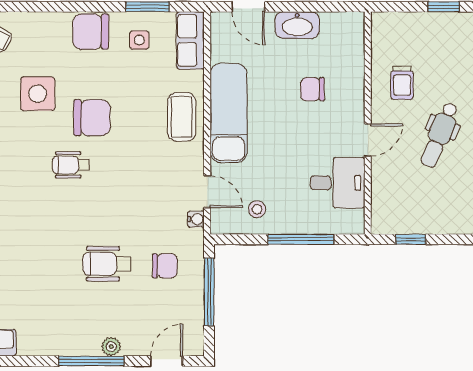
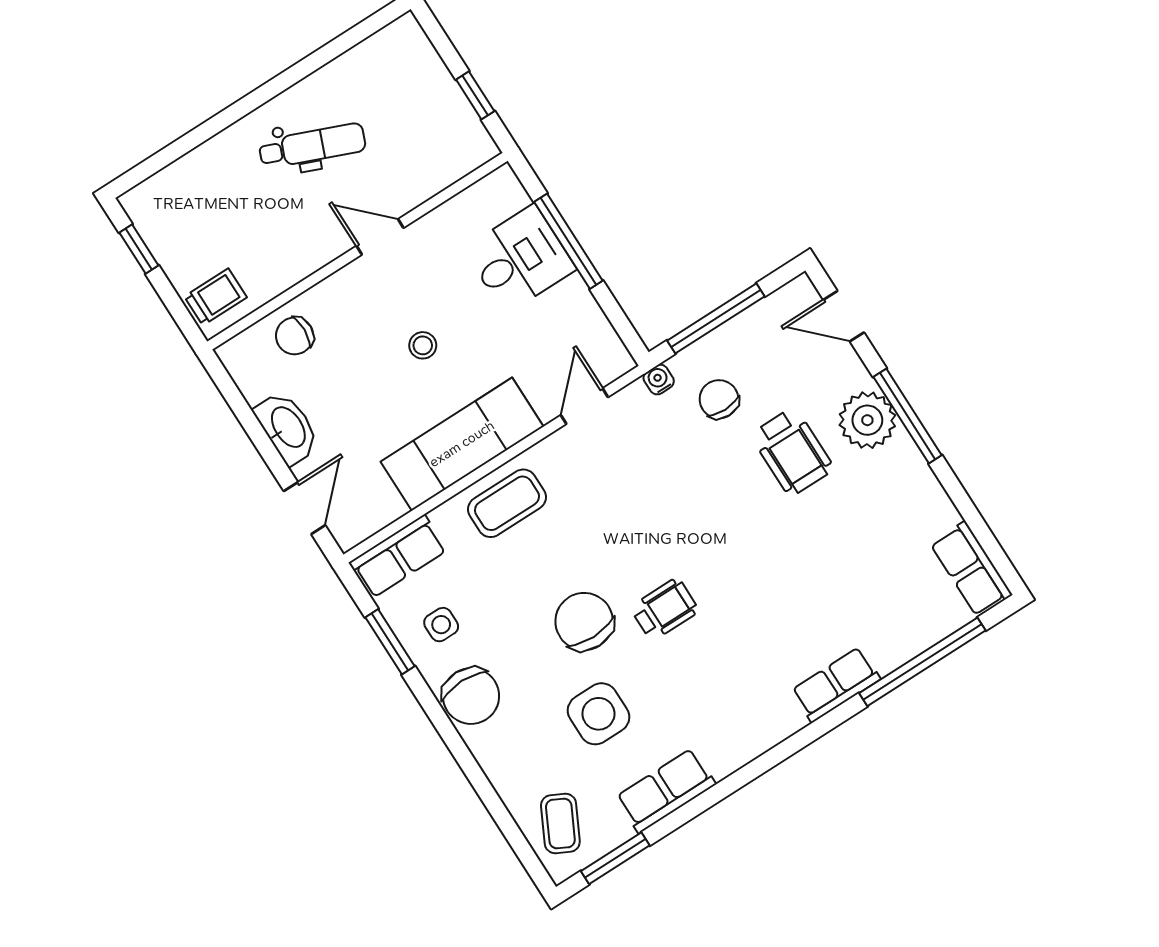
trolley: (402, 83) -> (216, 297), moved
chair: (312, 89) -> (295, 336), moved, turned 92
wheelchair: (71, 165) -> (665, 609), turned -90
desk: (338, 183) -> (520, 259), moved, turned 90
stool: (257, 209) -> (423, 345), moved
water cooler: (196, 219) -> (659, 380), moved
wheelchair: (107, 264) -> (792, 452), moved
plant: (111, 347) -> (867, 420), width x1.88, depth x1.88

